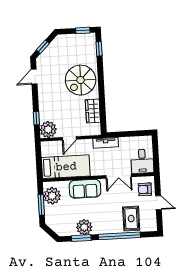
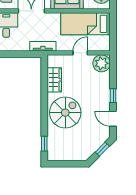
window: (83, 30) -> (60, 164), removed
door: (34, 77) -> (113, 119), swing flipped
window: (36, 118) -> (113, 96), moved

